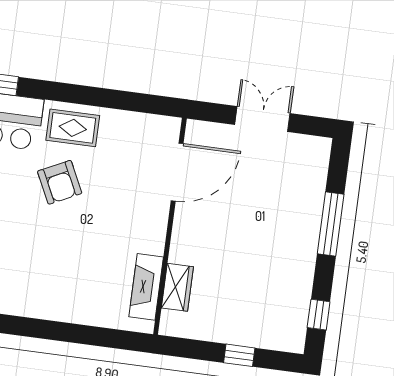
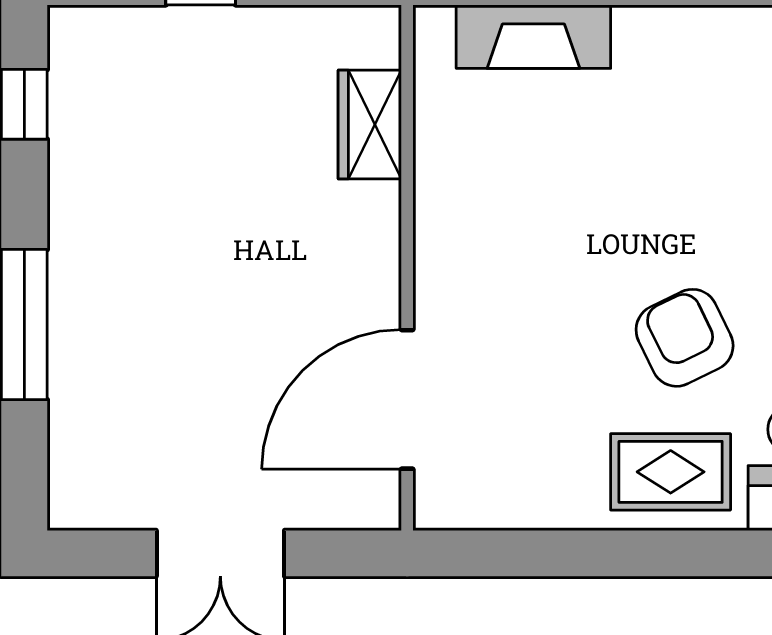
fireplace: (146, 287) -> (533, 37), moved, turned 90

